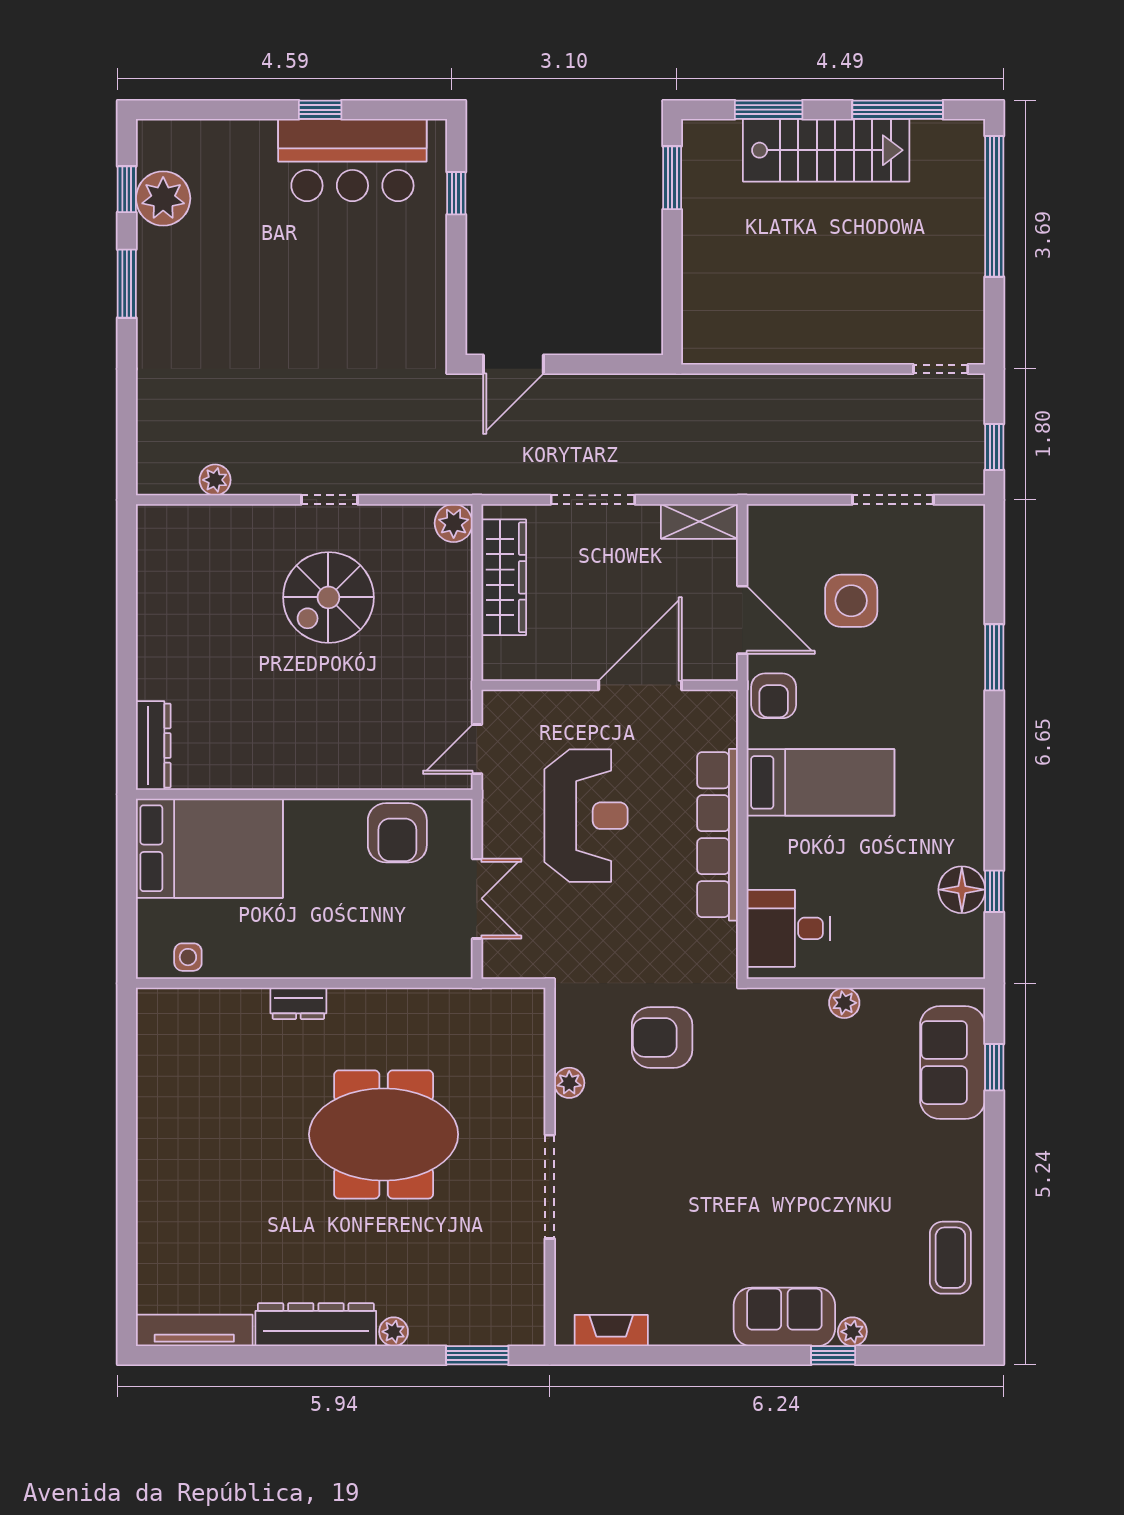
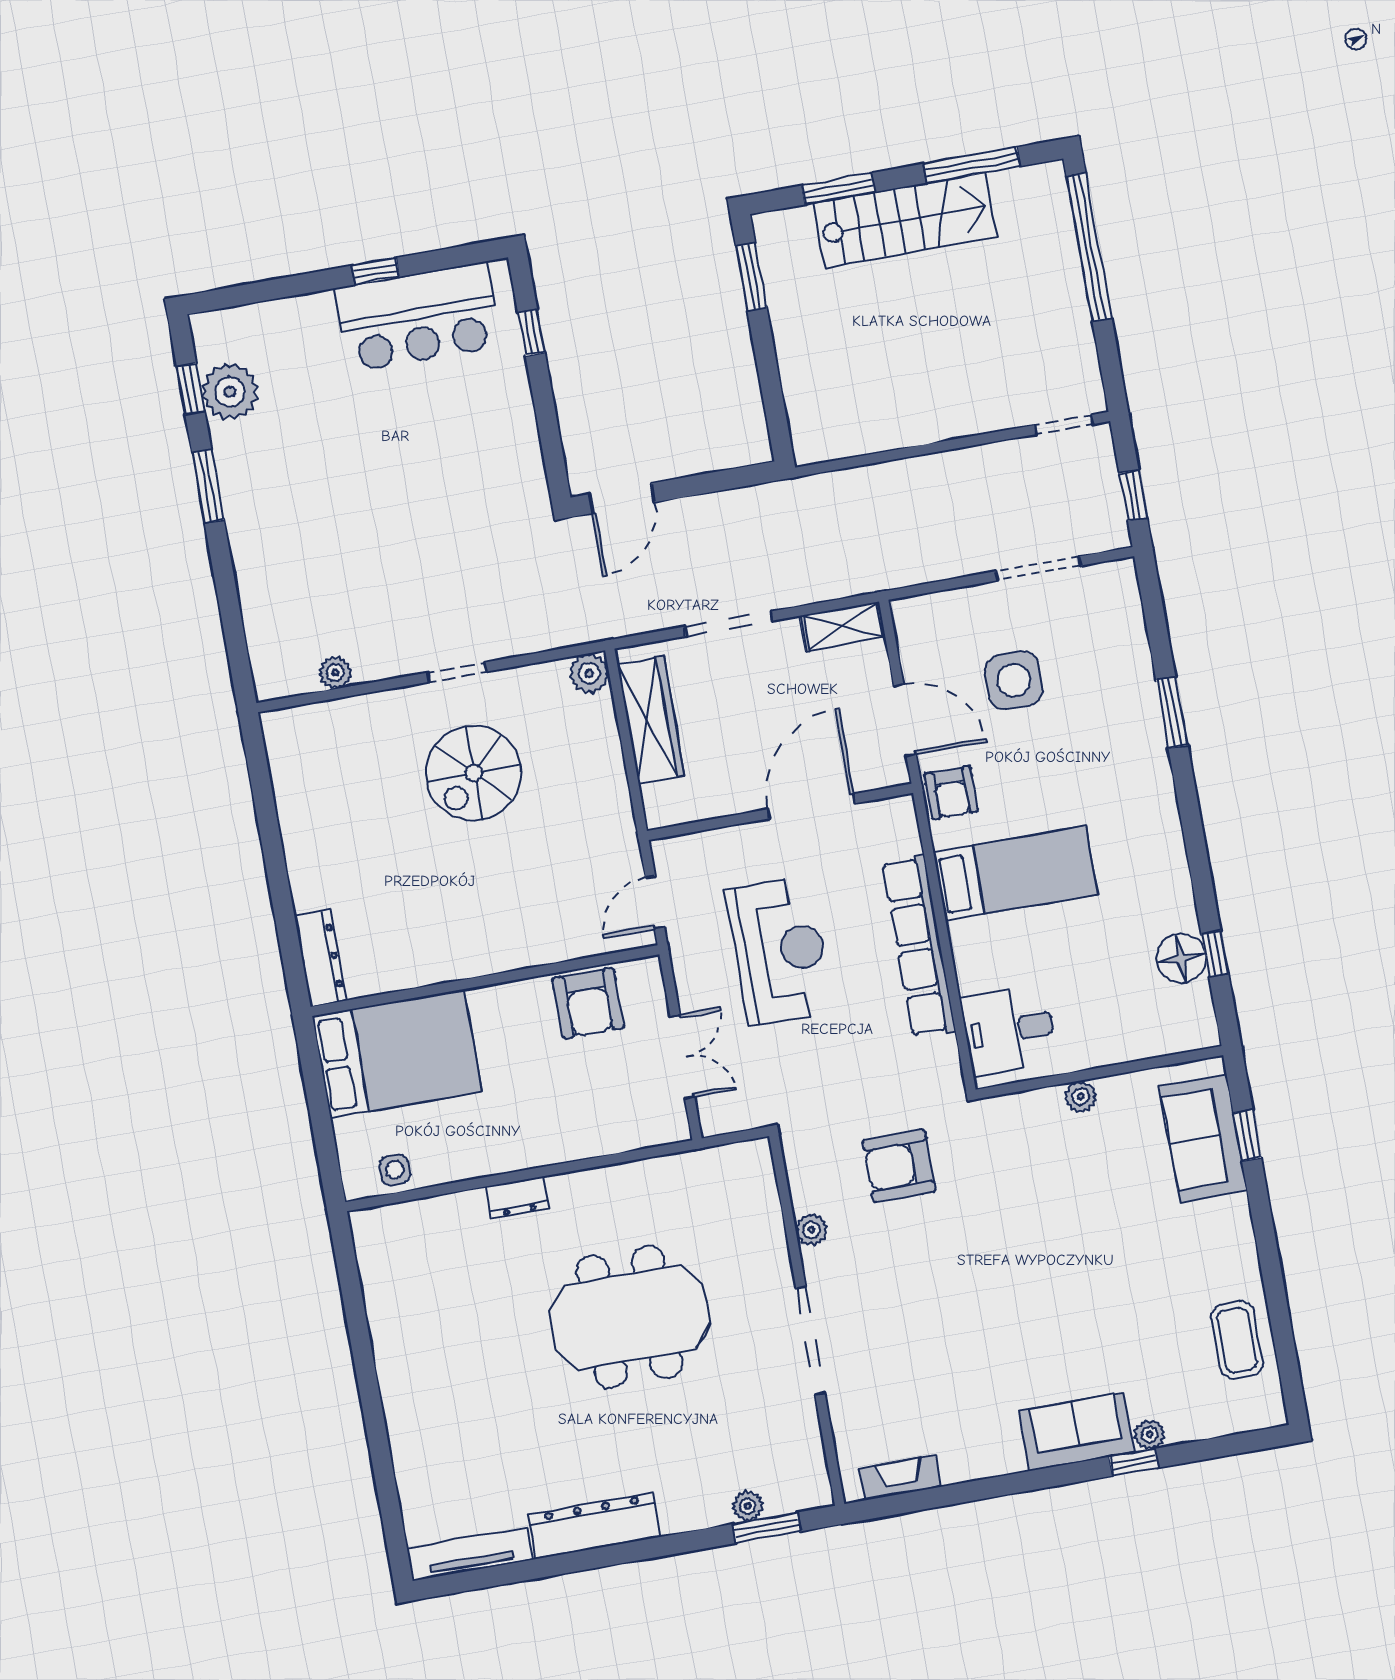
plant: (394, 1332) -> (748, 1506), moved

